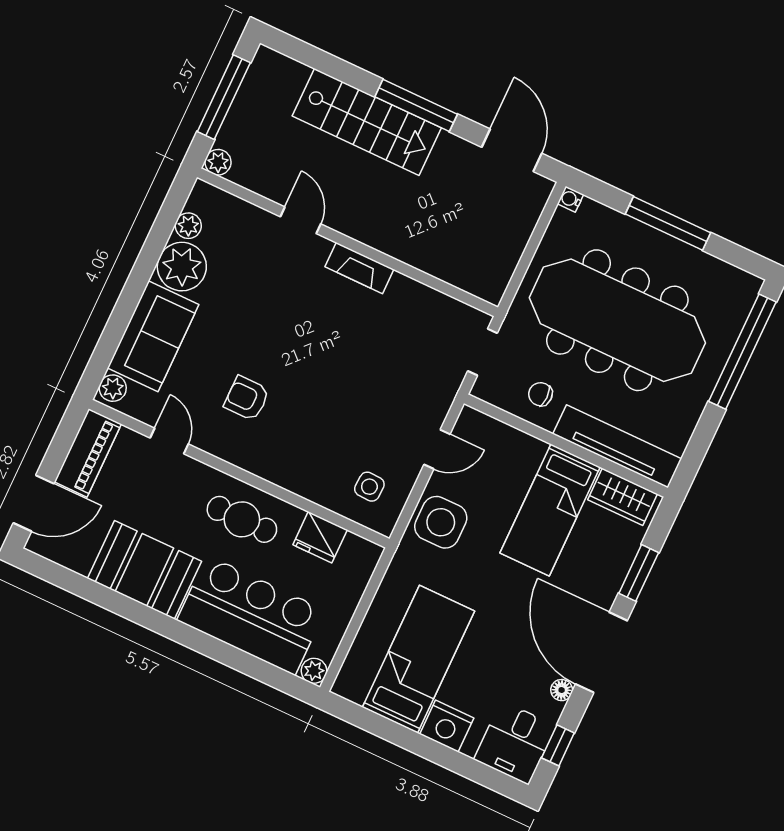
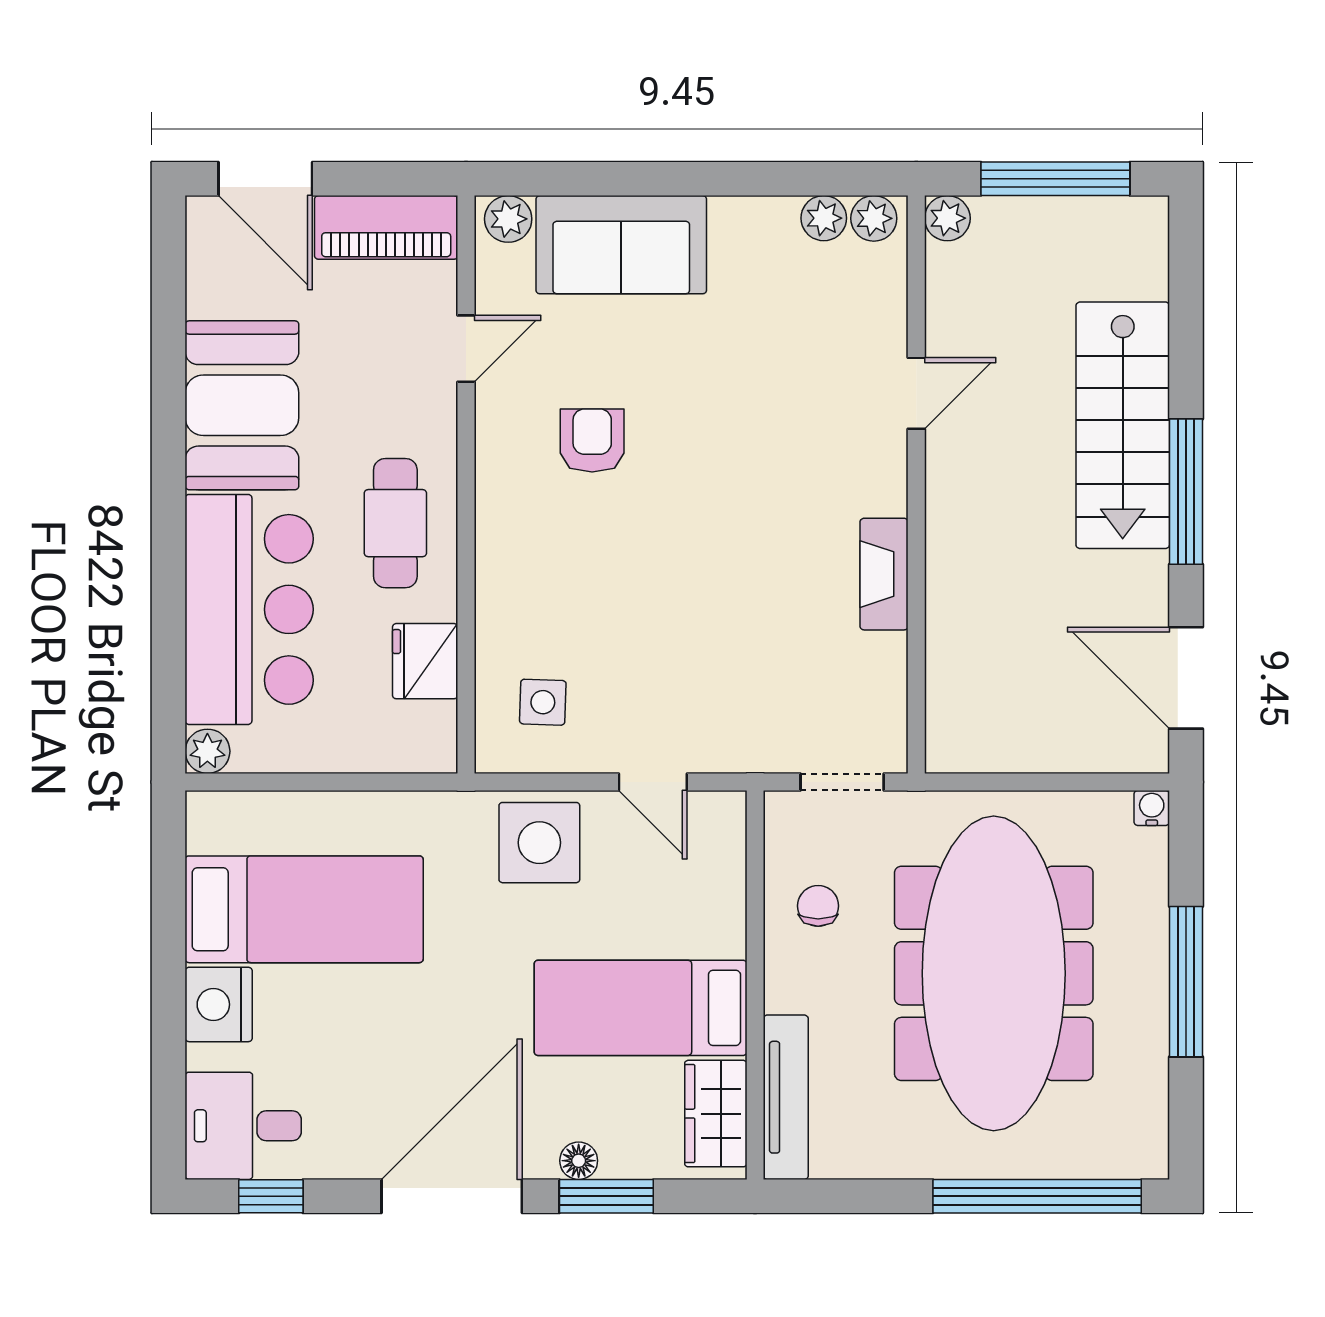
door: (512, 150) -> (1186, 678), swing flipped
plant: (182, 267) -> (874, 218), moved, width x0.53, depth x0.53
fireplace: (359, 268) -> (884, 574), moved
tv unit: (617, 446) -> (786, 1097), width x0.73, depth x0.78
floor lamp: (562, 690) -> (579, 1161), moved

